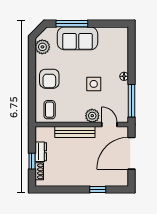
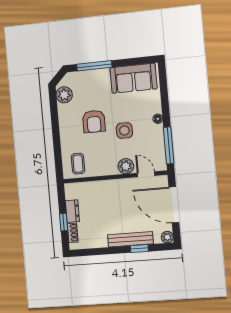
sofa: (77, 38) -> (133, 78), moved
armchair: (49, 79) -> (94, 121), moved
bench: (75, 132) -> (130, 239), moved
door: (132, 153) -> (174, 205), hinge flipped
plant: (123, 181) -> (167, 237), added

